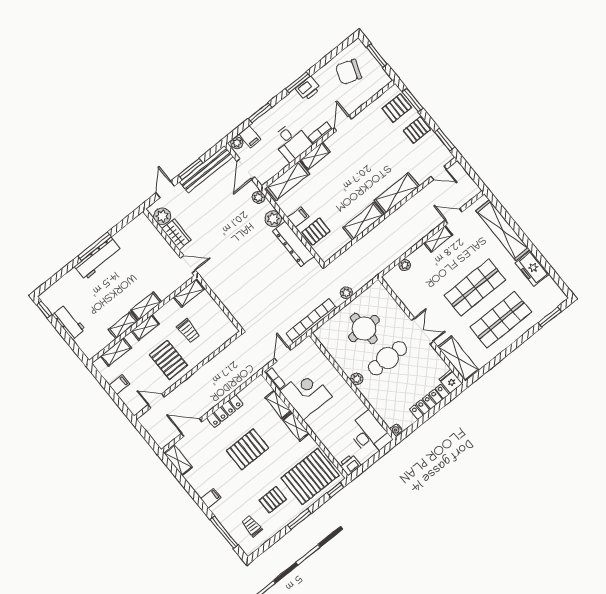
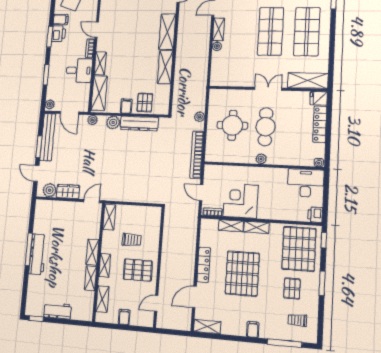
filing cabinet: (250, 137) -> (61, 19), moved
plant: (405, 265) -> (217, 46), moved
pallet: (248, 449) -> (242, 274), width x1.37, depth x1.41

